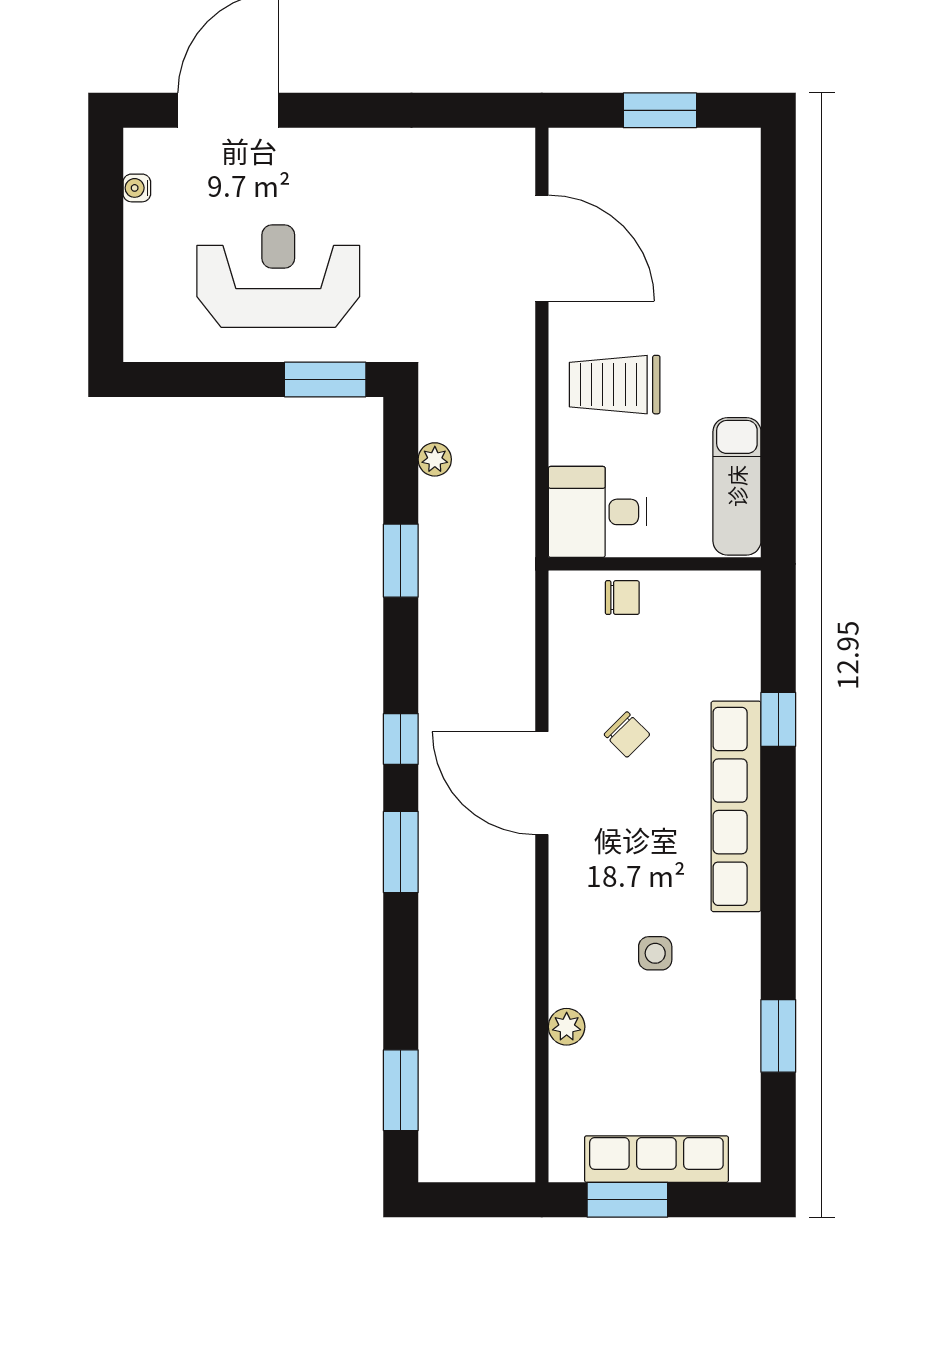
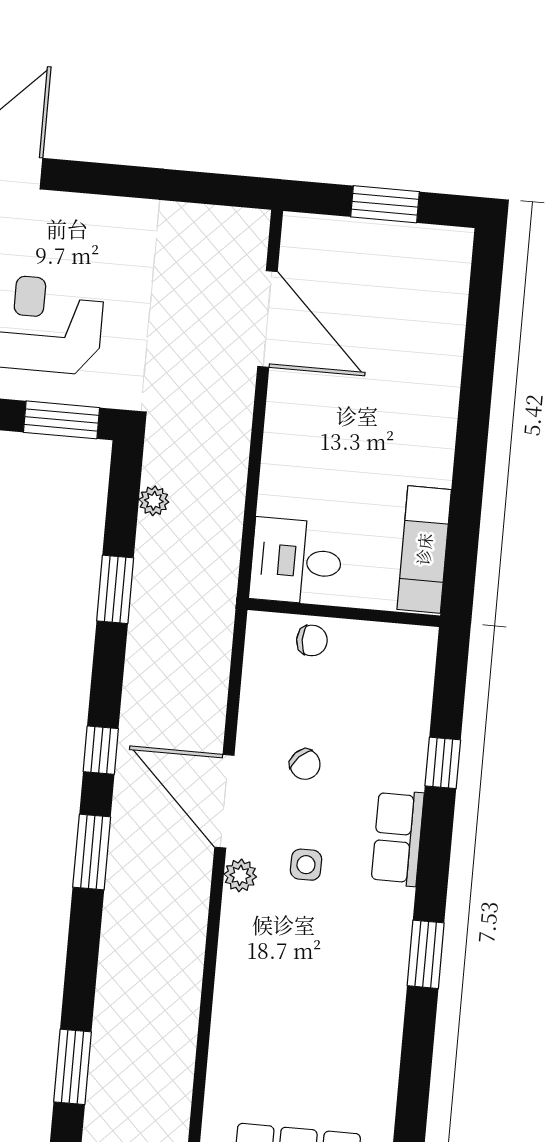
trolley: (615, 385) -> (322, 448), removed
row of seats: (736, 806) -> (398, 838), width x0.50
side table: (655, 953) -> (306, 865), moved
plant: (567, 1027) -> (240, 875), moved
window: (778, 1036) -> (426, 954), moved

